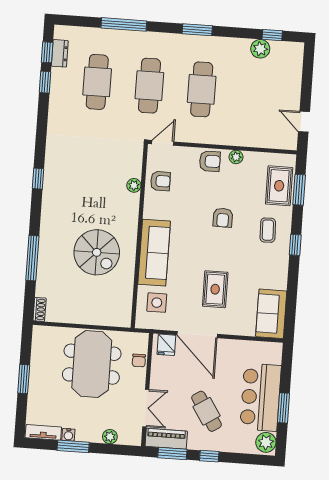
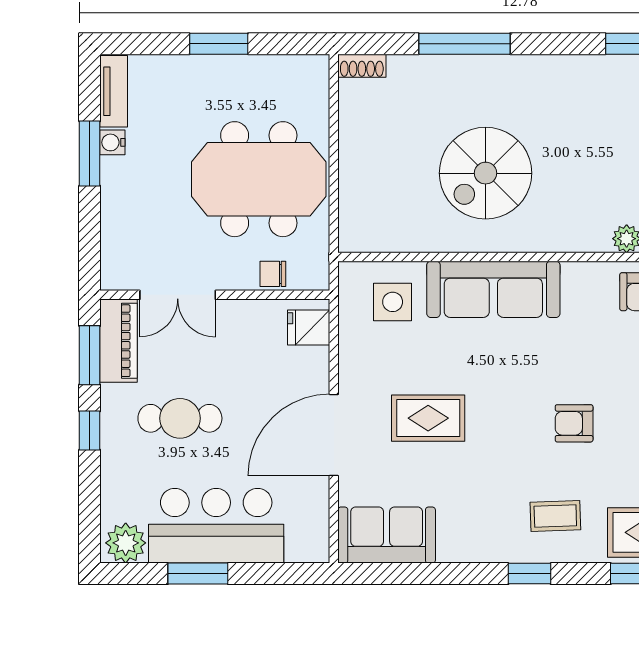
door: (197, 335) -> (334, 435), moved
cafe table: (207, 411) -> (180, 418), turned 33
plant: (110, 437) -> (115, 227), removed

